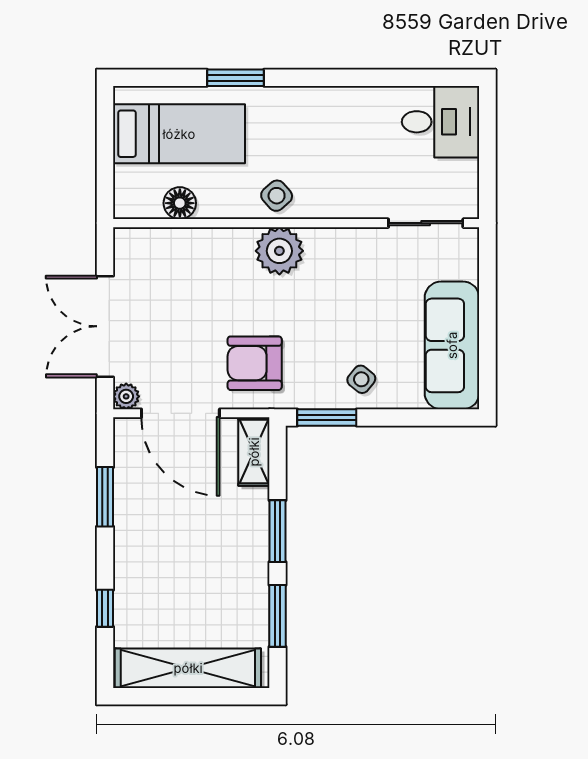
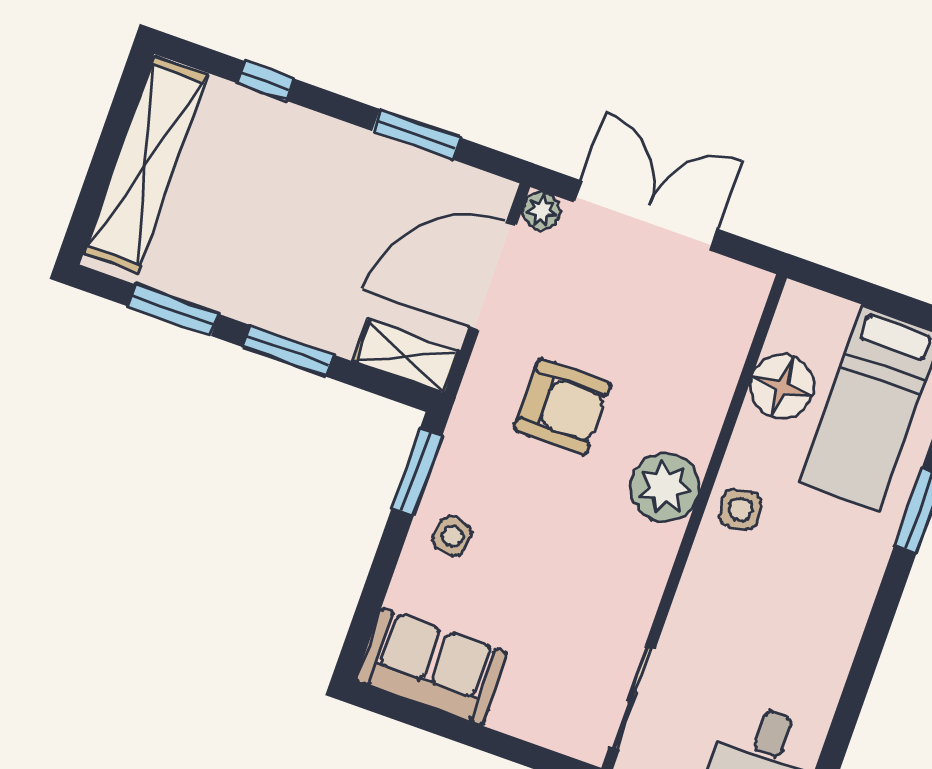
side table: (277, 196) -> (740, 510), turned 32
floor lamp: (180, 203) -> (782, 387), width x1.38, depth x1.38
sofa: (452, 345) -> (432, 667), width x0.73
armchair: (255, 363) -> (562, 407), moved, turned 90
side table: (361, 379) -> (452, 536), turned -30

